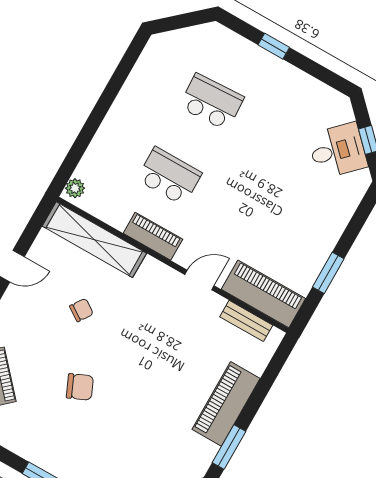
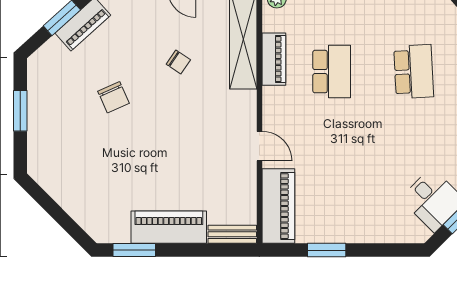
piano: (153, 236) -> (274, 59), moved
bench: (246, 321) -> (232, 234), moved, turned 90

